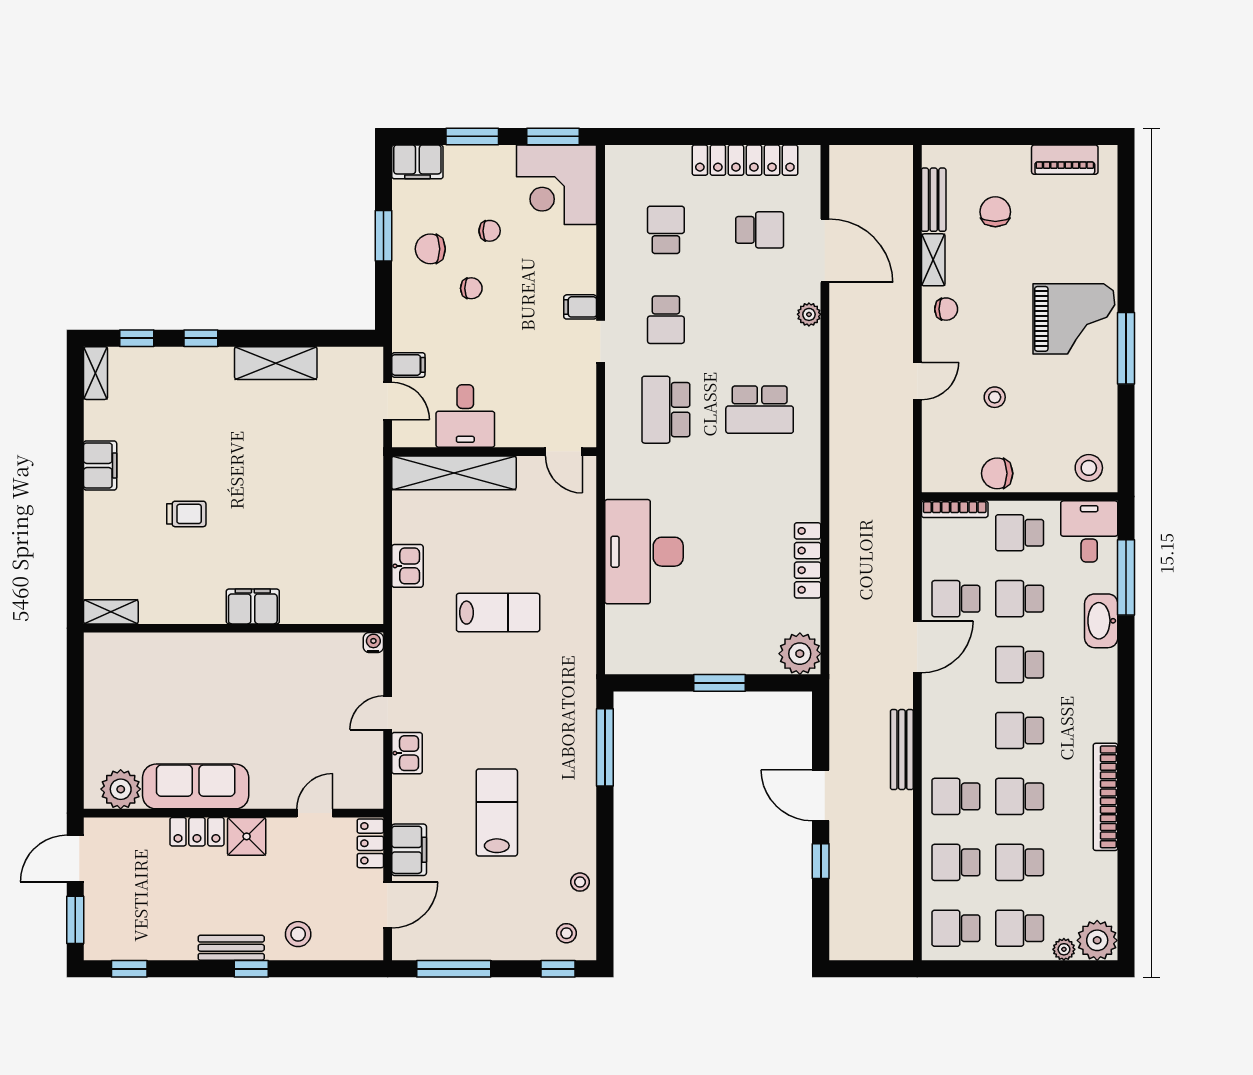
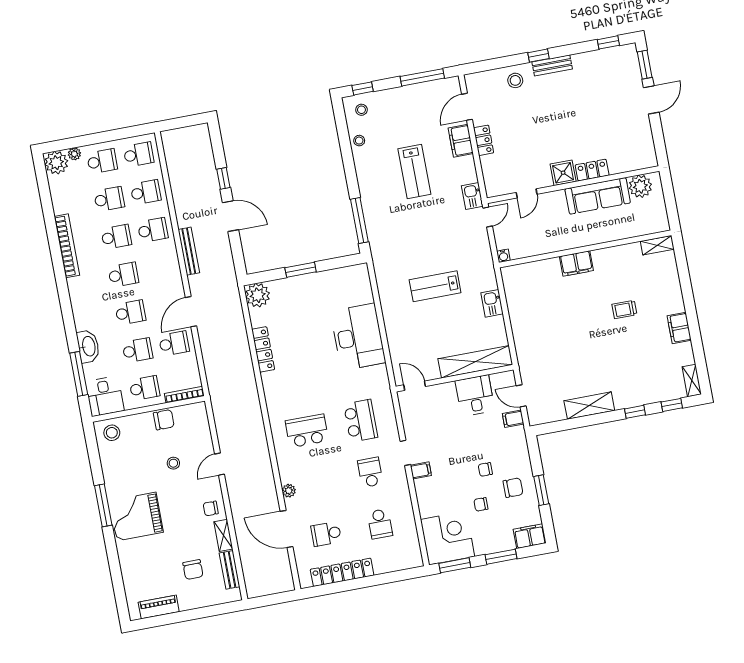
sofa: (196, 786) -> (598, 196), moved
plant: (121, 789) -> (640, 186), moved
wall: (234, 813) -> (573, 185), moved
door: (315, 813) -> (527, 193), moved
locker: (197, 832) -> (592, 170), moved
shower: (247, 836) -> (563, 173), moved

